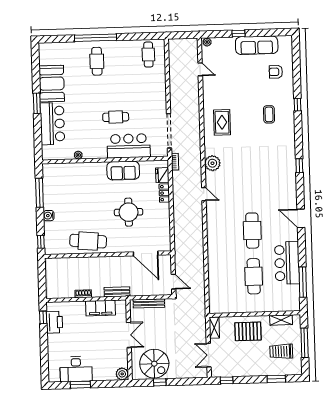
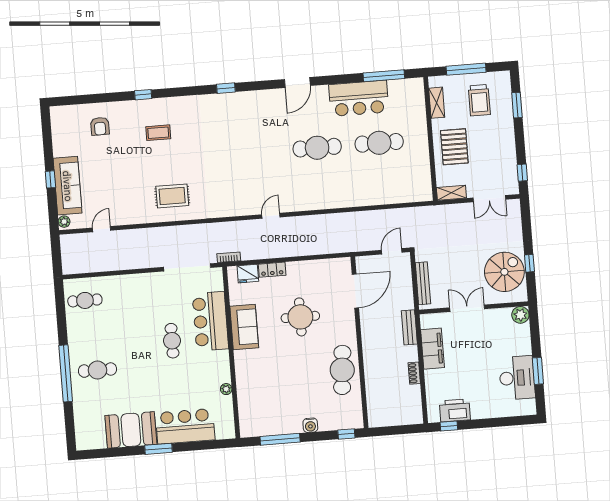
sofa: (257, 45) -> (68, 186), moved
plant: (212, 163) -> (228, 206), removed

